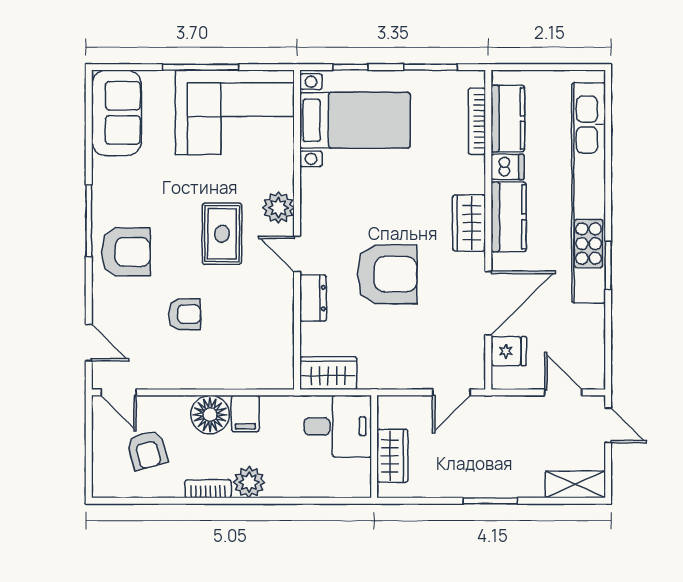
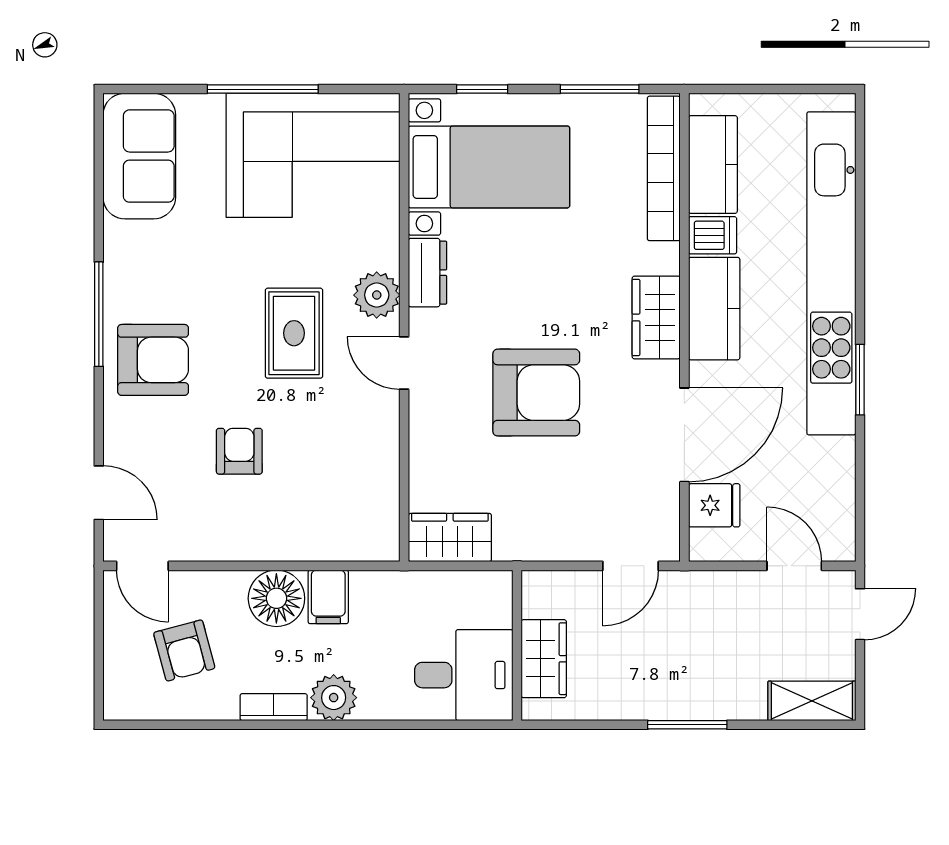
bookcase: (477, 121) -> (664, 168), width x1.48, depth x1.31
dresser: (313, 298) -> (427, 273), moved
armchair: (185, 314) -> (239, 451), turned -90
door: (608, 425) -> (860, 614), hinge flipped
desk: (338, 426) -> (464, 675), moved

